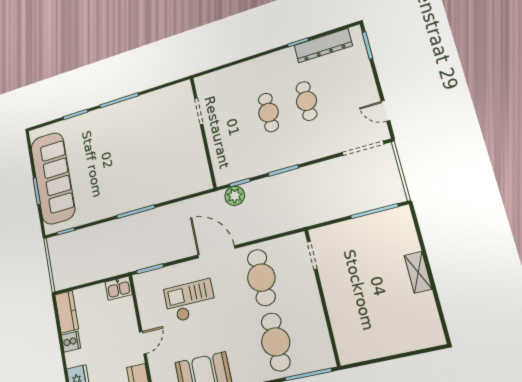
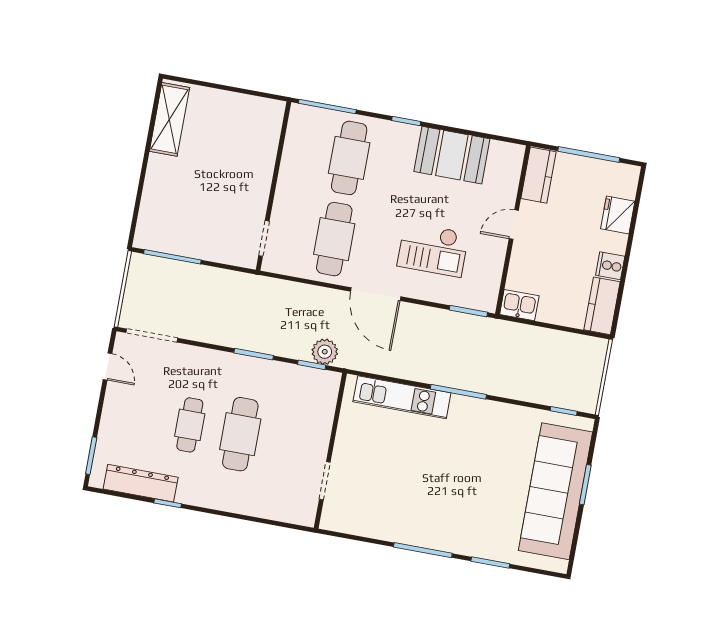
cafe table: (268, 112) -> (240, 434), width x1.37, depth x1.35
kitchen unit: (171, 190) -> (402, 397), added
shelving: (418, 272) -> (169, 119), moved, width x1.50, depth x1.33

